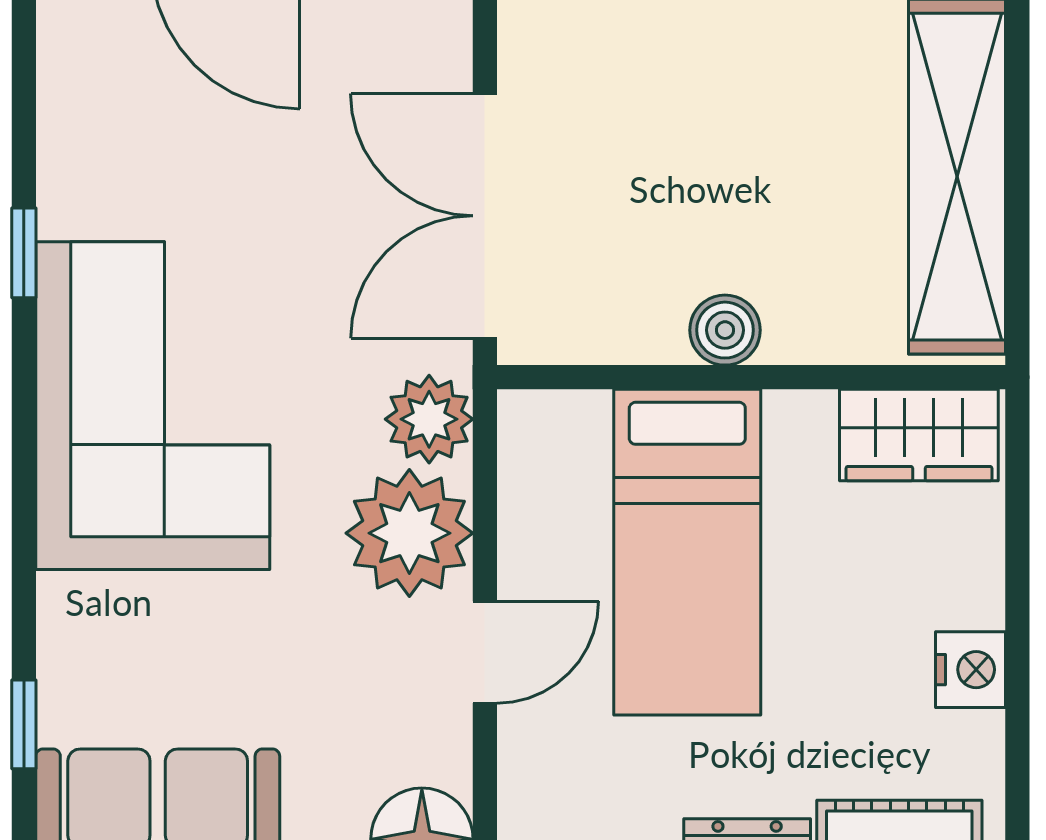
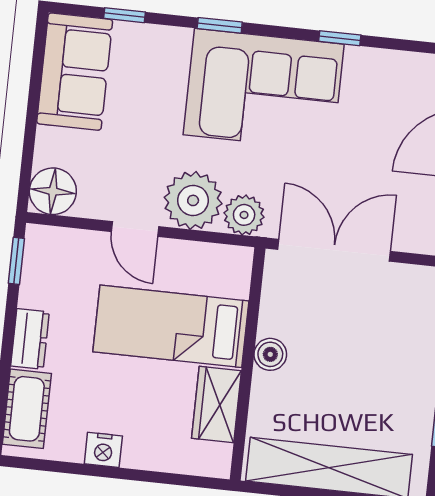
wardrobe: (919, 435) -> (216, 405), moved
window: (24, 516) -> (220, 25), added

